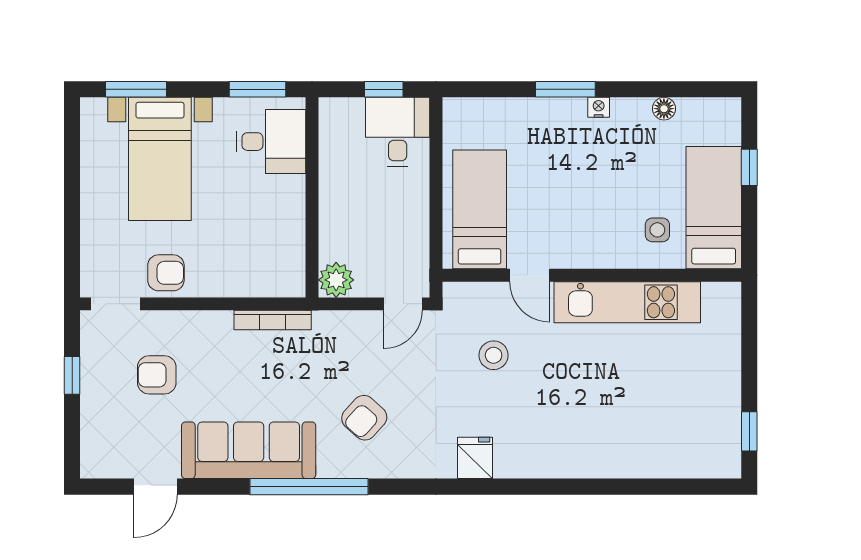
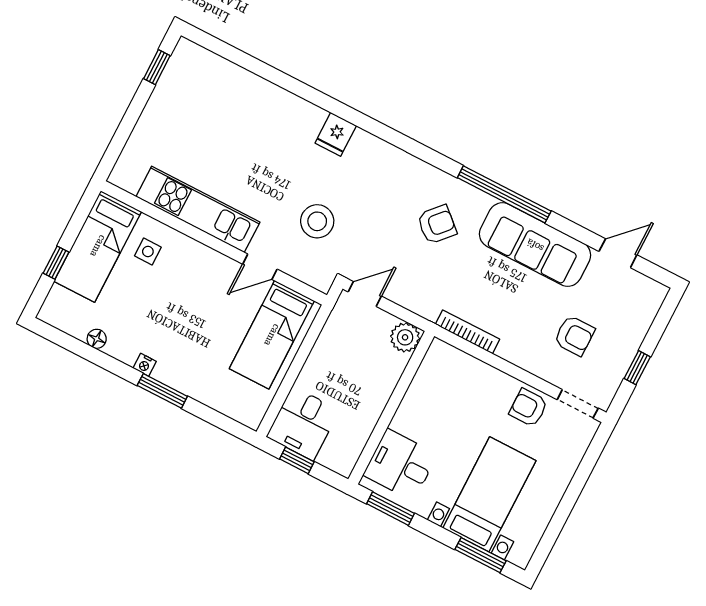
door: (530, 275) -> (260, 267), swing flipped
stool: (494, 355) -> (317, 221), width x1.38, depth x1.38
fridge: (475, 458) -> (336, 134), moved

